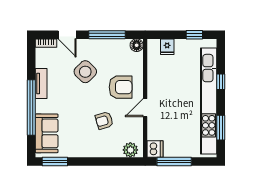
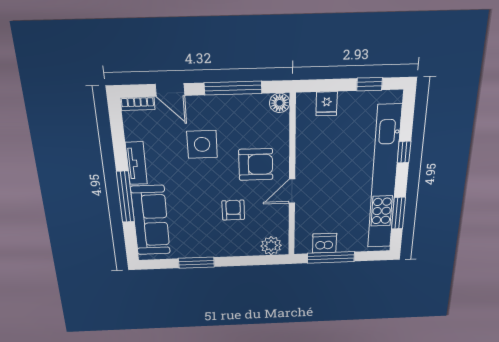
side table: (85, 72) -> (202, 144), turned 45
window: (31, 108) -> (125, 197), width x0.68
armchair: (104, 121) -> (233, 210), turned 106
sofa: (47, 133) -> (151, 221), width x1.36
dishwasher: (155, 149) -> (324, 243), moved, turned -90
window: (55, 162) -> (196, 263), moved

